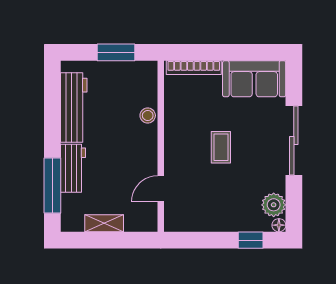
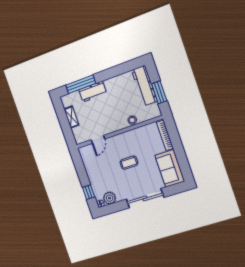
workbench: (74, 107) -> (144, 86), moved, turned 90
door: (161, 189) -> (98, 139), swing flipped

